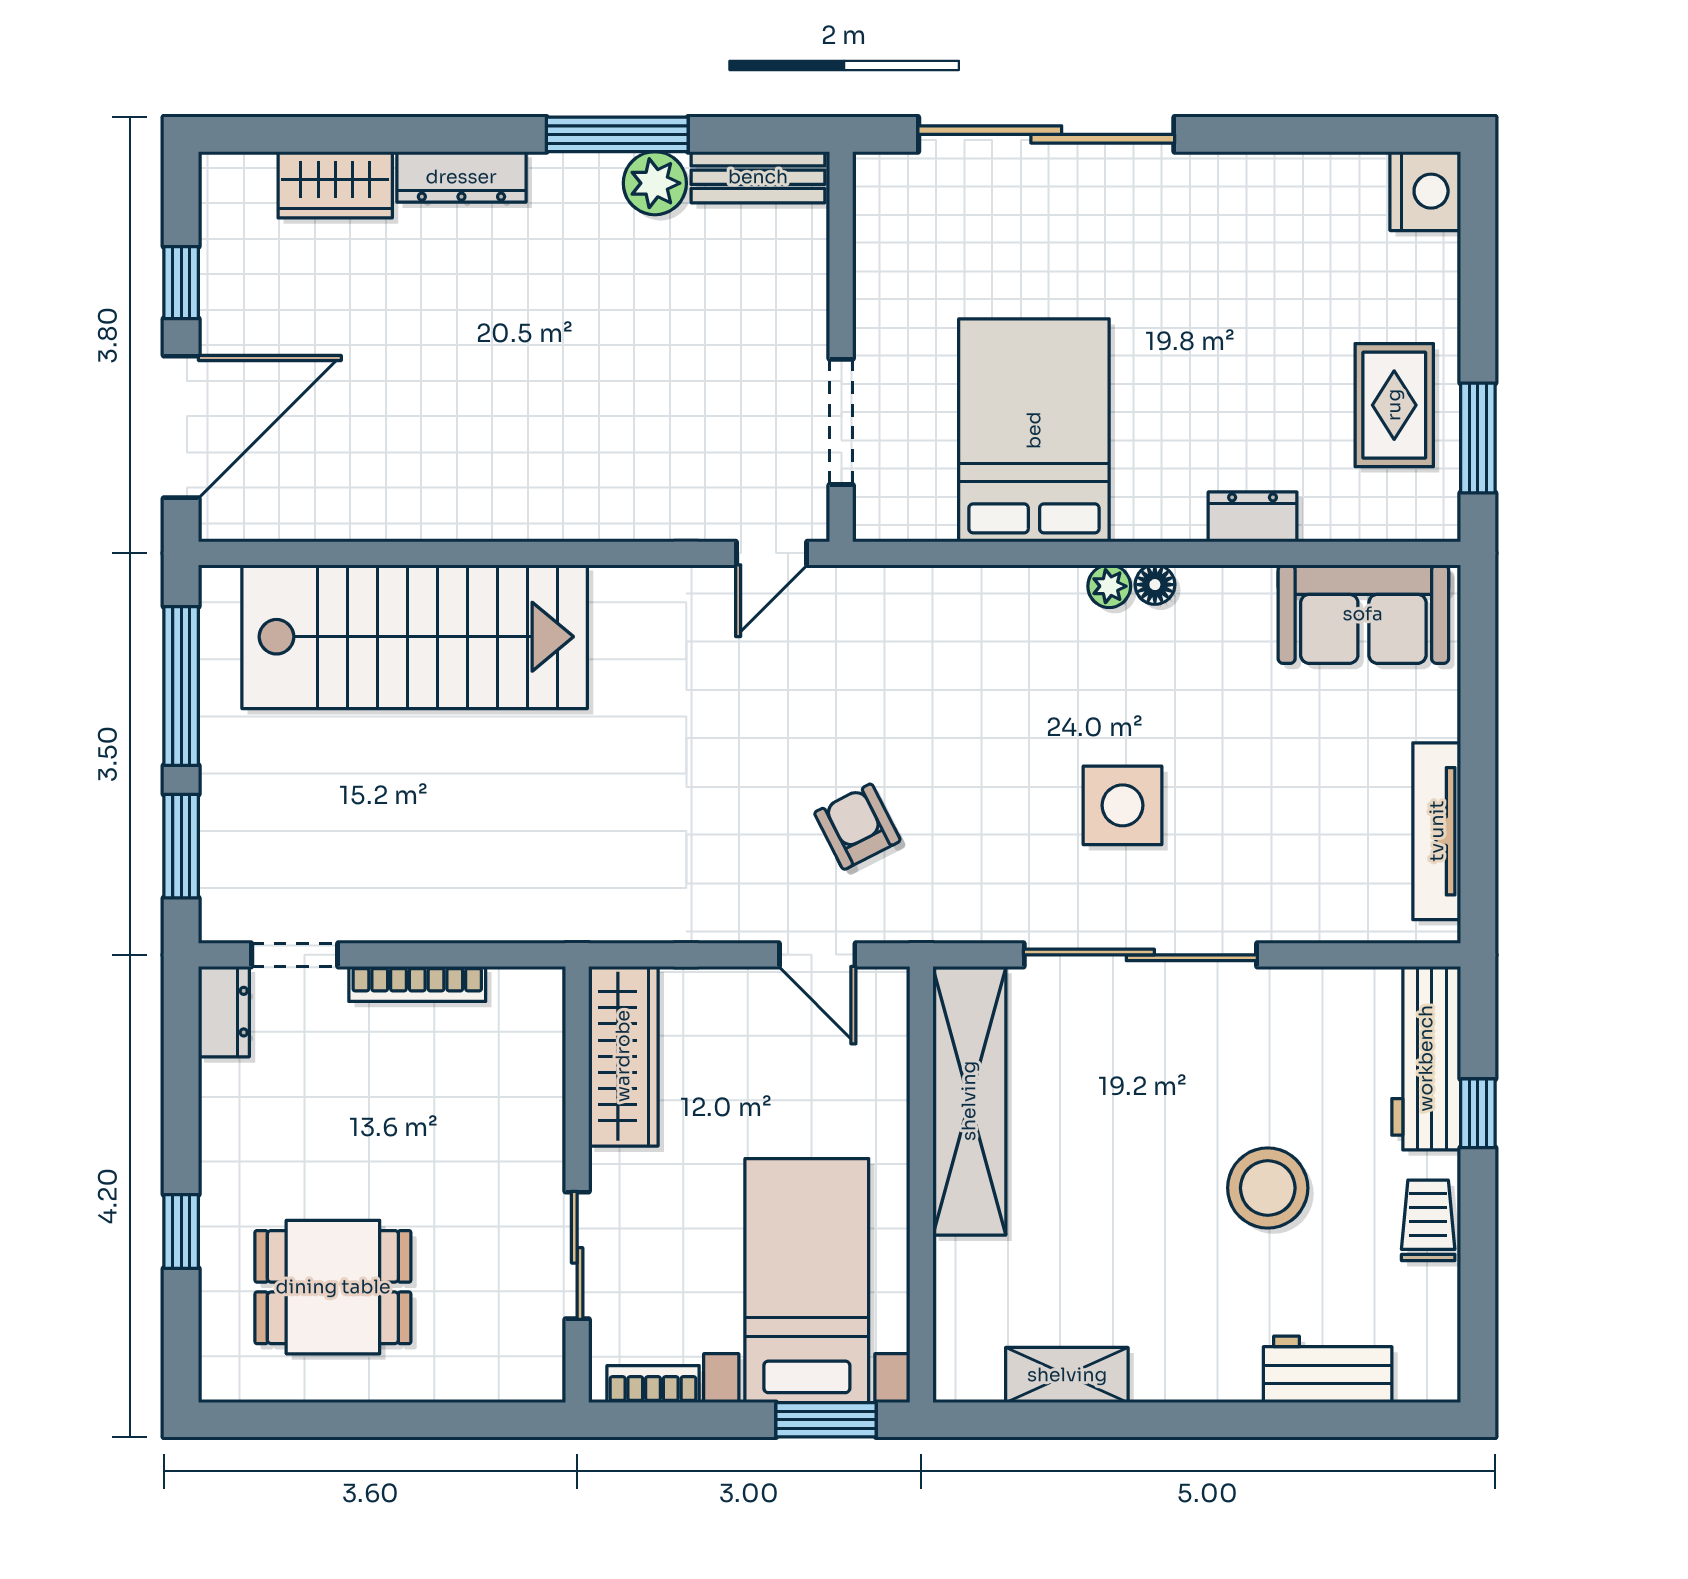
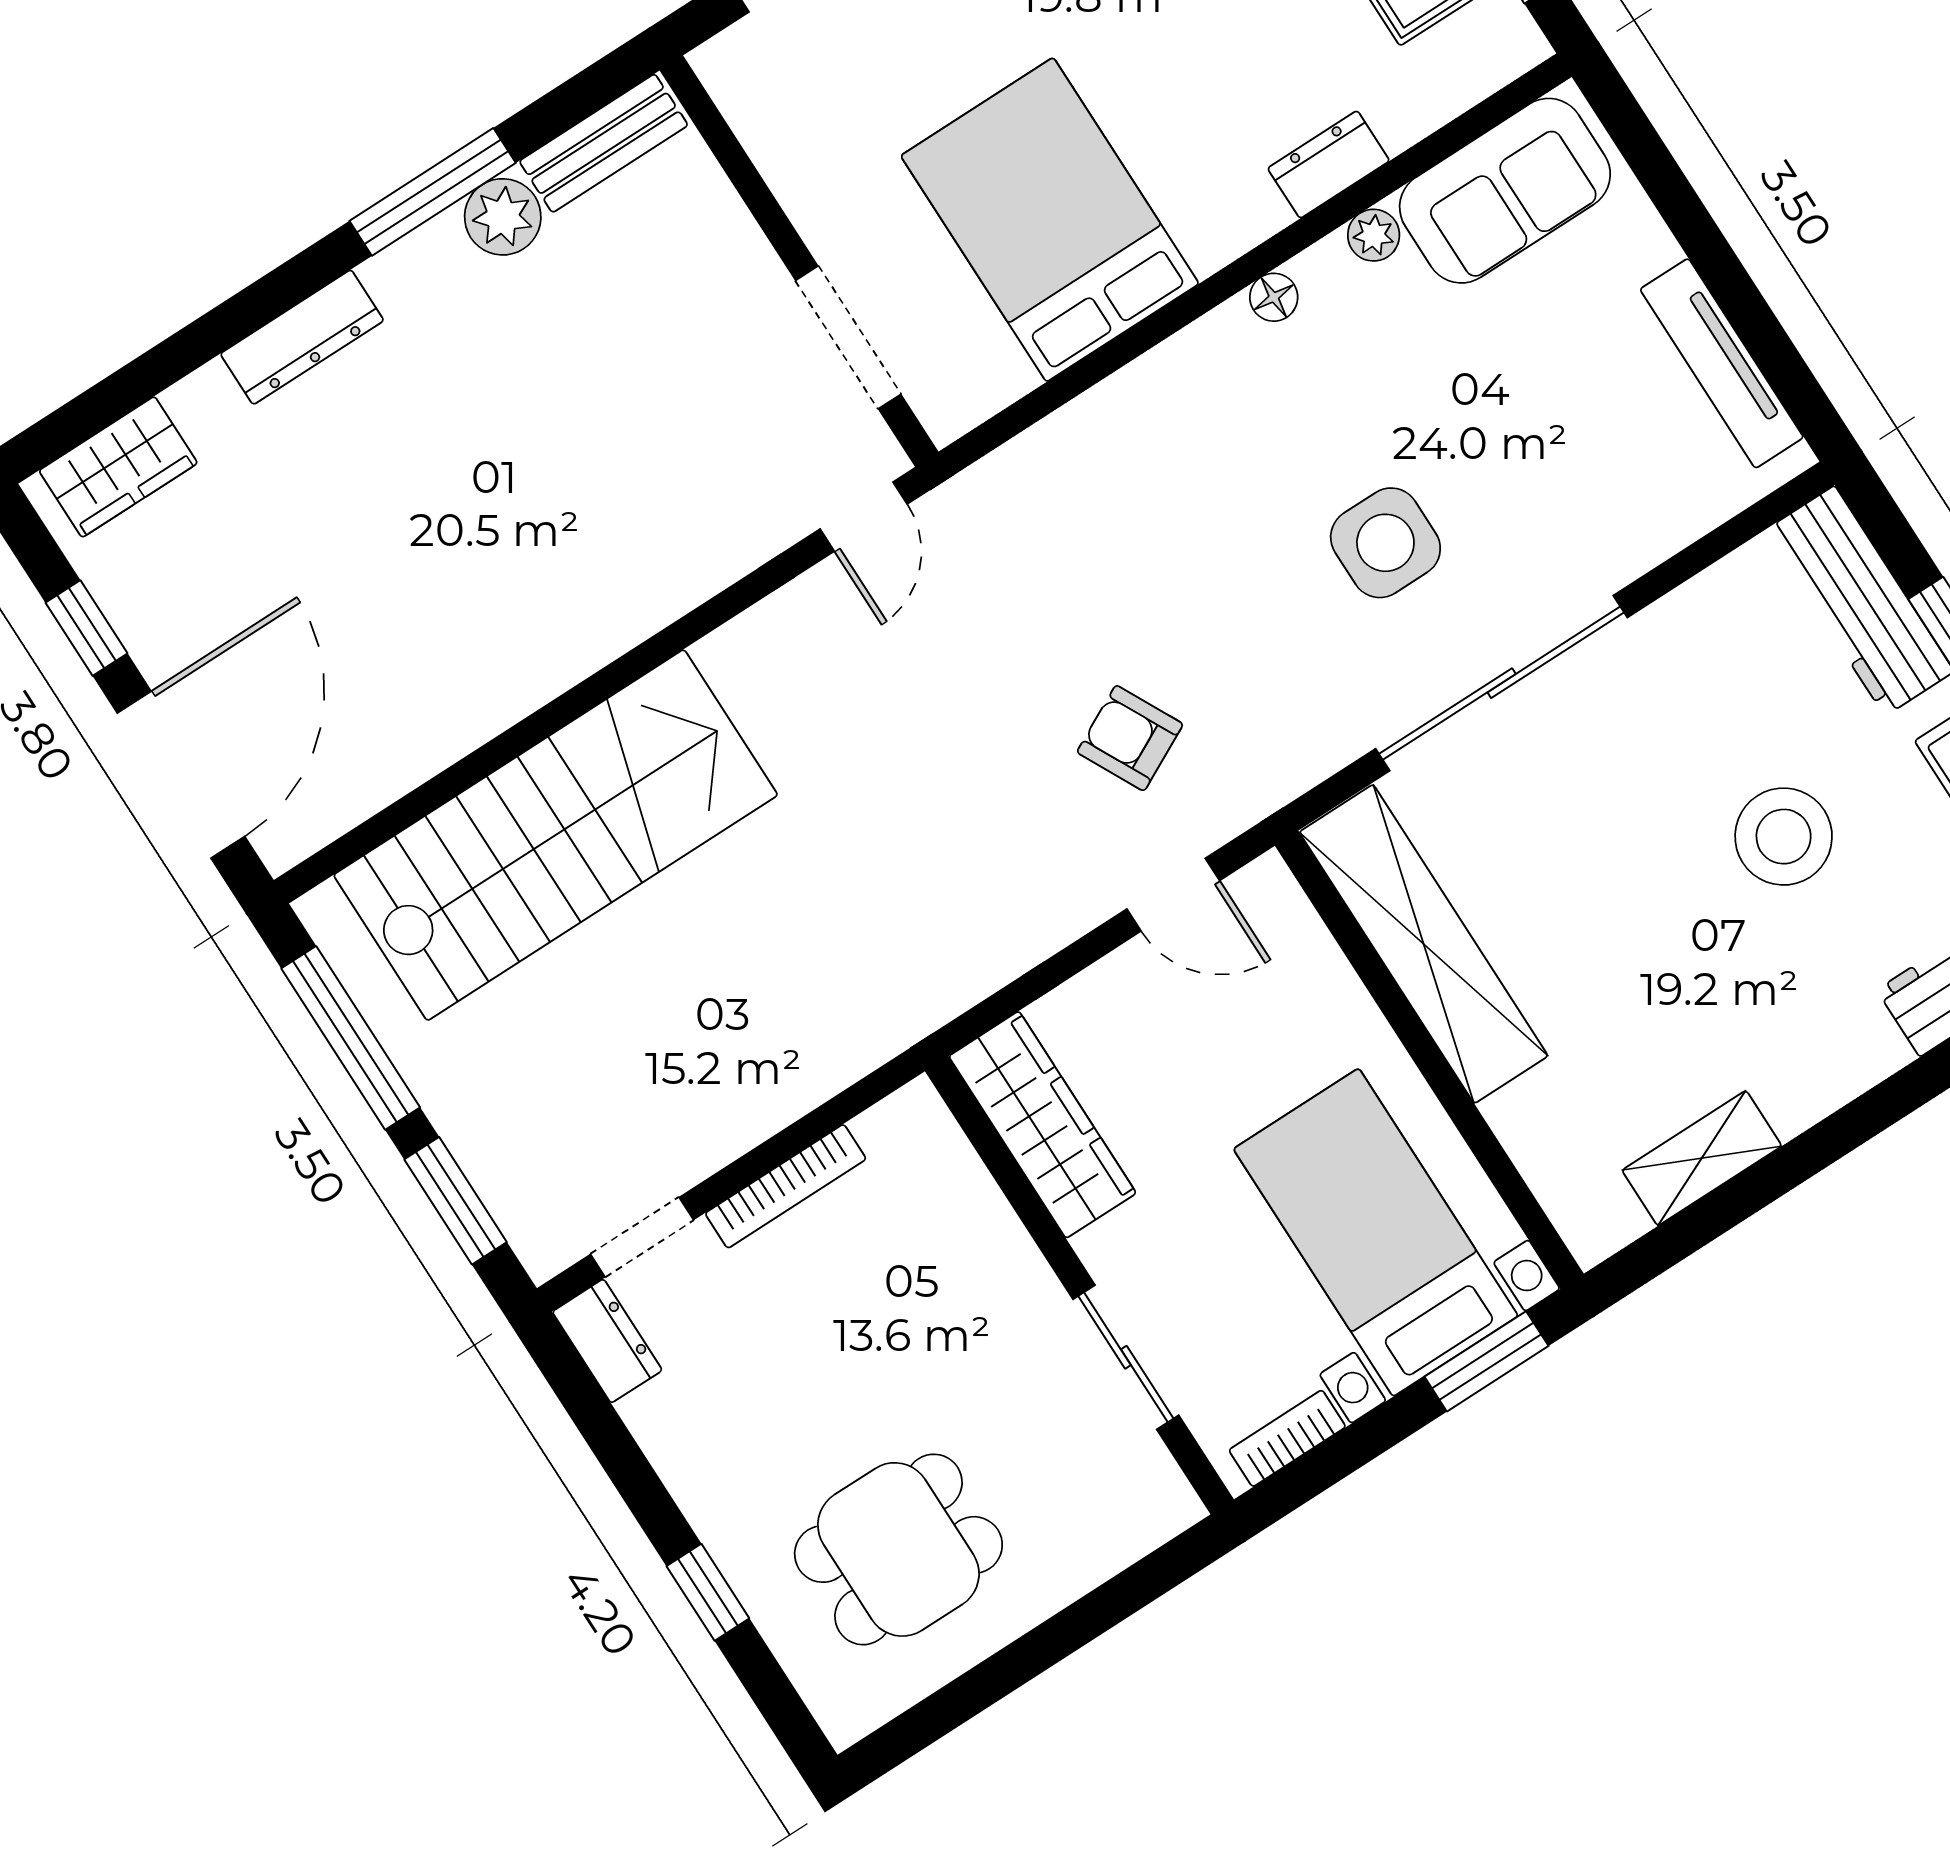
wardrobe: (335, 185) -> (118, 467), moved
plant: (1109, 586) -> (1374, 235), moved

